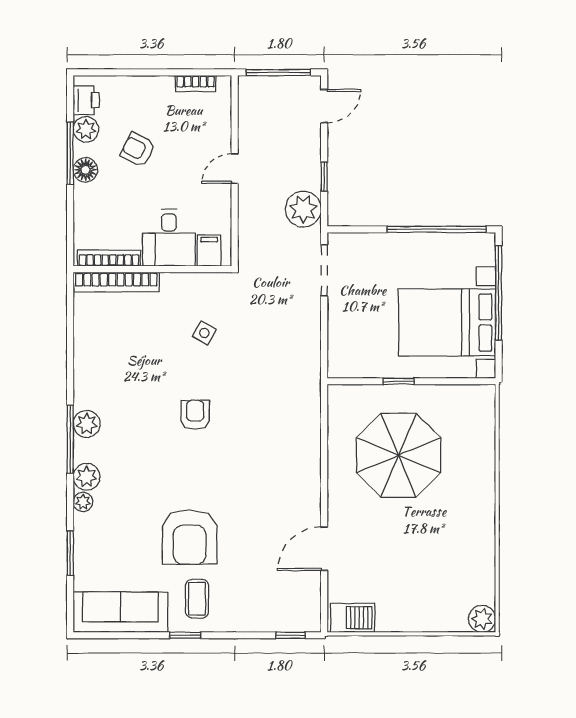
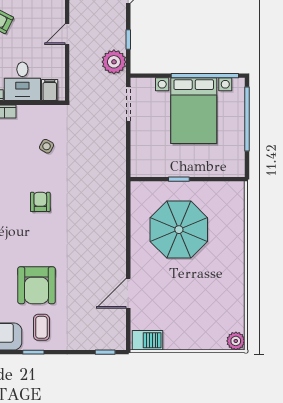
bed with nightstands: (447, 322) -> (194, 111), moved, turned -90

